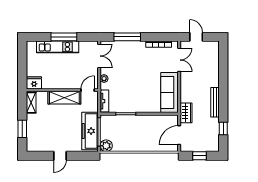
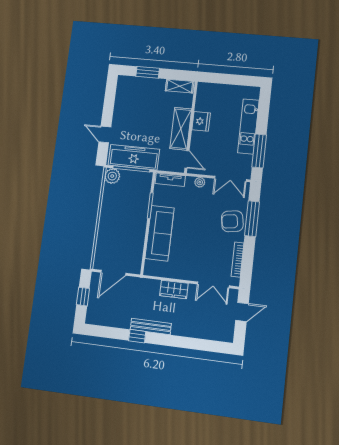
window: (64, 37) -> (259, 151), moved
armchair: (131, 51) -> (232, 221), added
fridge: (34, 83) -> (201, 121), moved
sofa: (170, 93) -> (160, 233), moved, turned 90
wardrobe: (186, 113) -> (174, 289), moved
window: (223, 129) -> (137, 336), moved
door: (179, 135) -> (113, 273), swing flipped
door: (60, 156) -> (105, 135), moved

